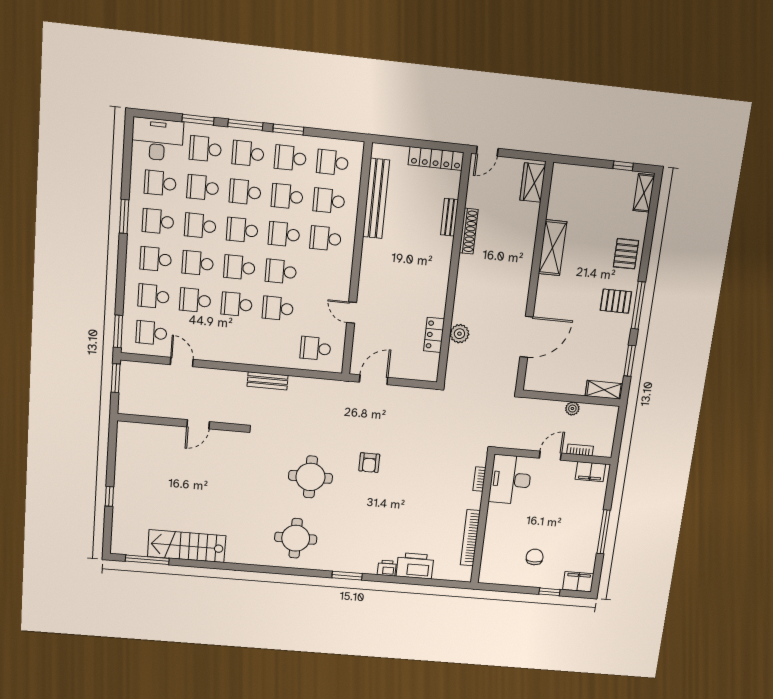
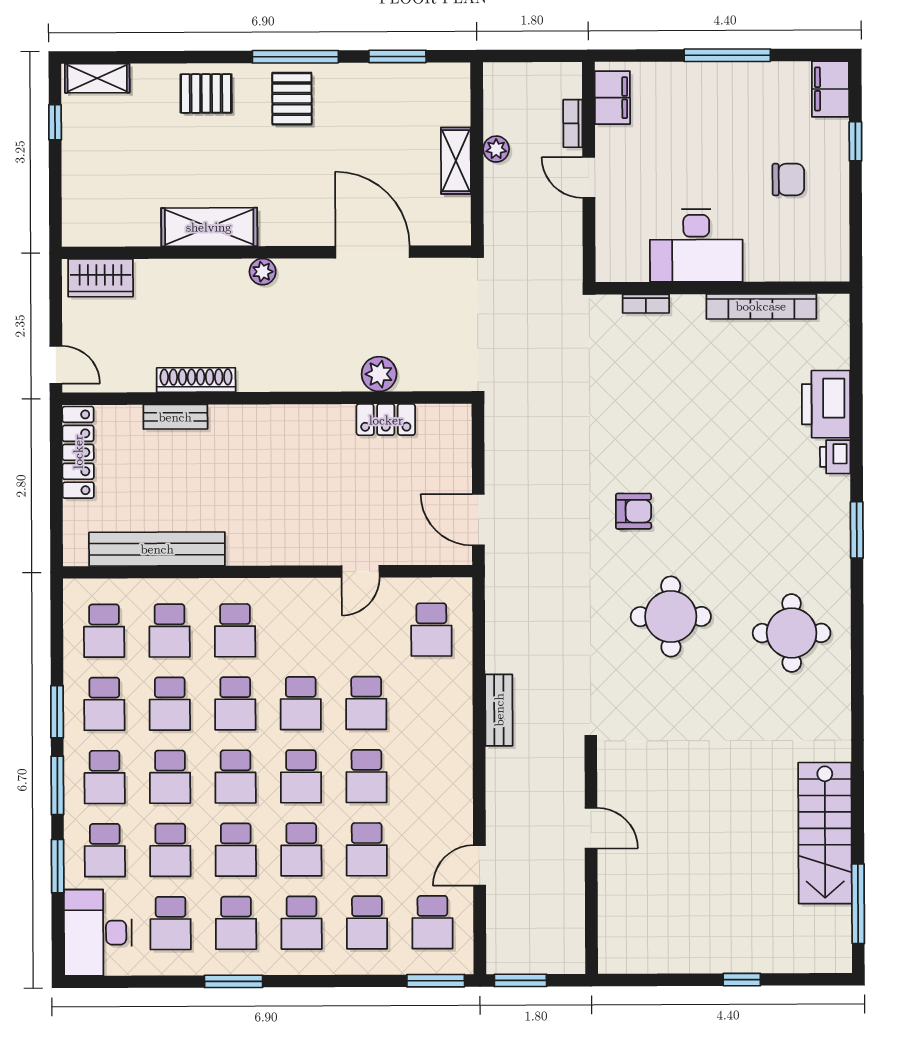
plant: (524, 275) -> (263, 272), added
shelving: (604, 390) -> (456, 161), moved
desk: (510, 480) -> (696, 245), moved
chair: (535, 557) -> (788, 180), turned 180

